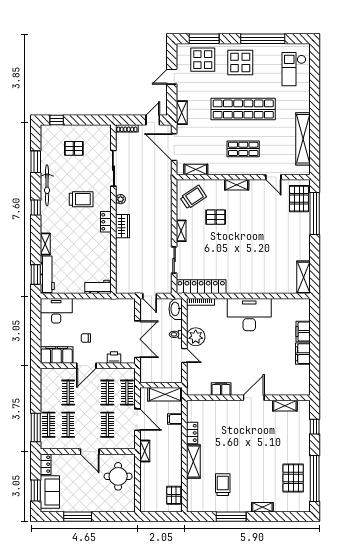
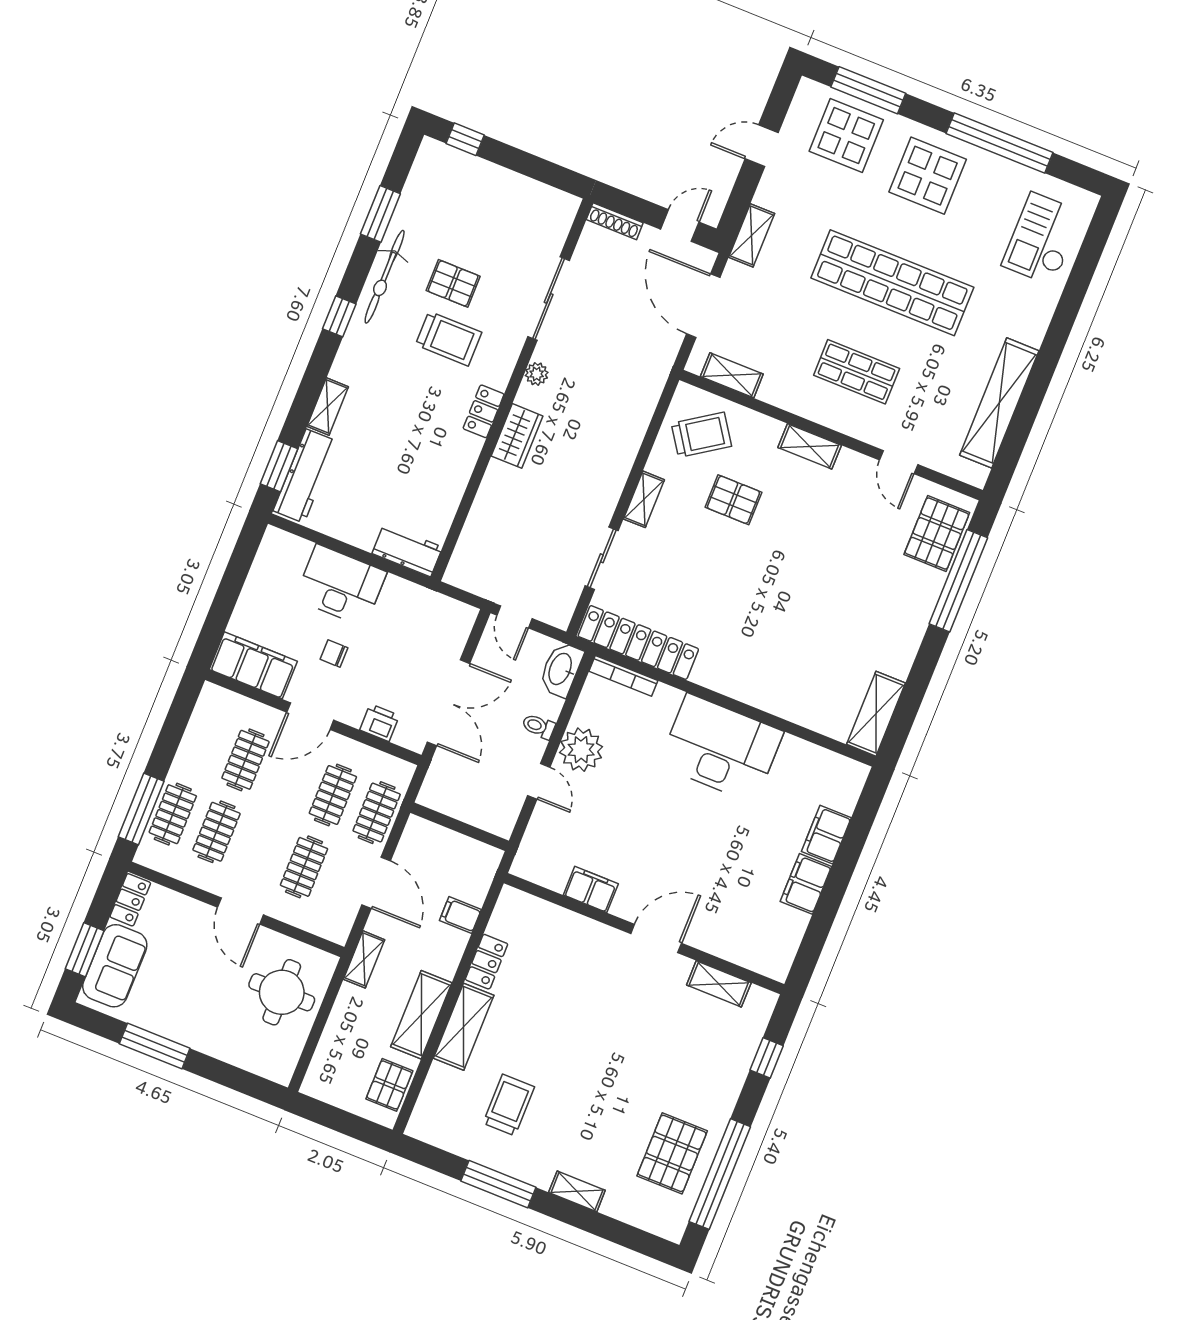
pallet: (74, 148) -> (453, 283), moved
desk: (56, 311) -> (341, 585), moved
shelving: (165, 394) -> (421, 1015), moved, turned 90

